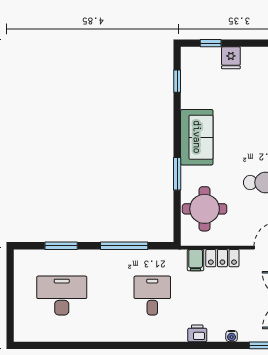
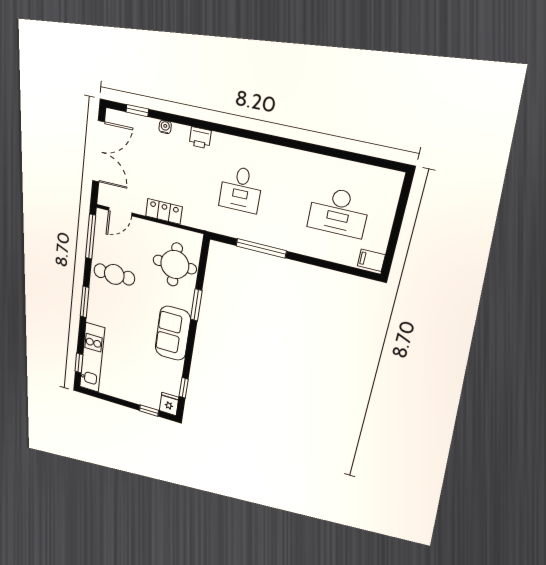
fridge: (231, 58) -> (169, 404), moved
window: (61, 246) -> (328, 265), removed
filing cabinet: (196, 260) -> (371, 260), moved, turned -90

